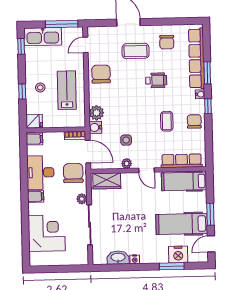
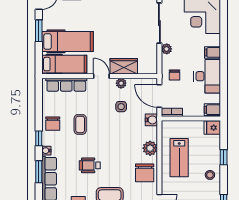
stool: (40, 88) -> (210, 175), moved
plant: (96, 113) -> (150, 148), moved
chair: (73, 173) -> (174, 75), width x0.54, depth x0.54
wardrobe: (107, 181) -> (124, 66), moved
hospital bed: (182, 224) -> (67, 41), moved

